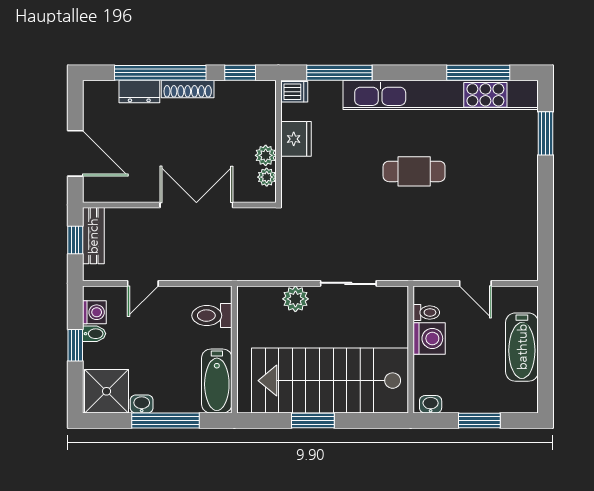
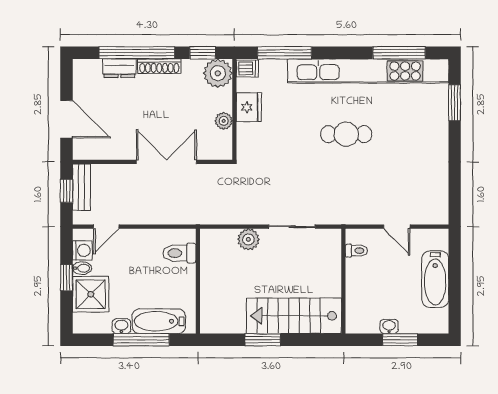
plant: (267, 177) -> (218, 73), moved, width x1.88, depth x1.88
door: (143, 283) -> (106, 227), moved
washing machine: (429, 338) -> (359, 272), removed
bathtub: (217, 381) -> (159, 321), moved, turned 90
stairs: (330, 381) -> (294, 316), width x0.73, depth x0.66
shower: (107, 391) -> (91, 294), moved
washbasin: (431, 404) -> (389, 326), moved

